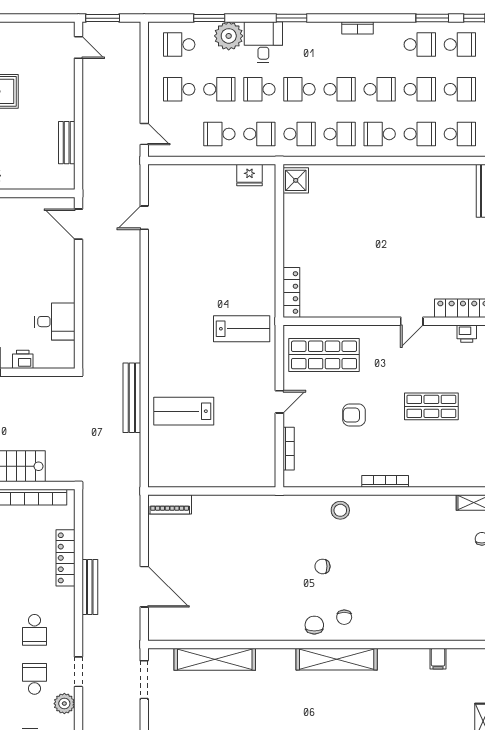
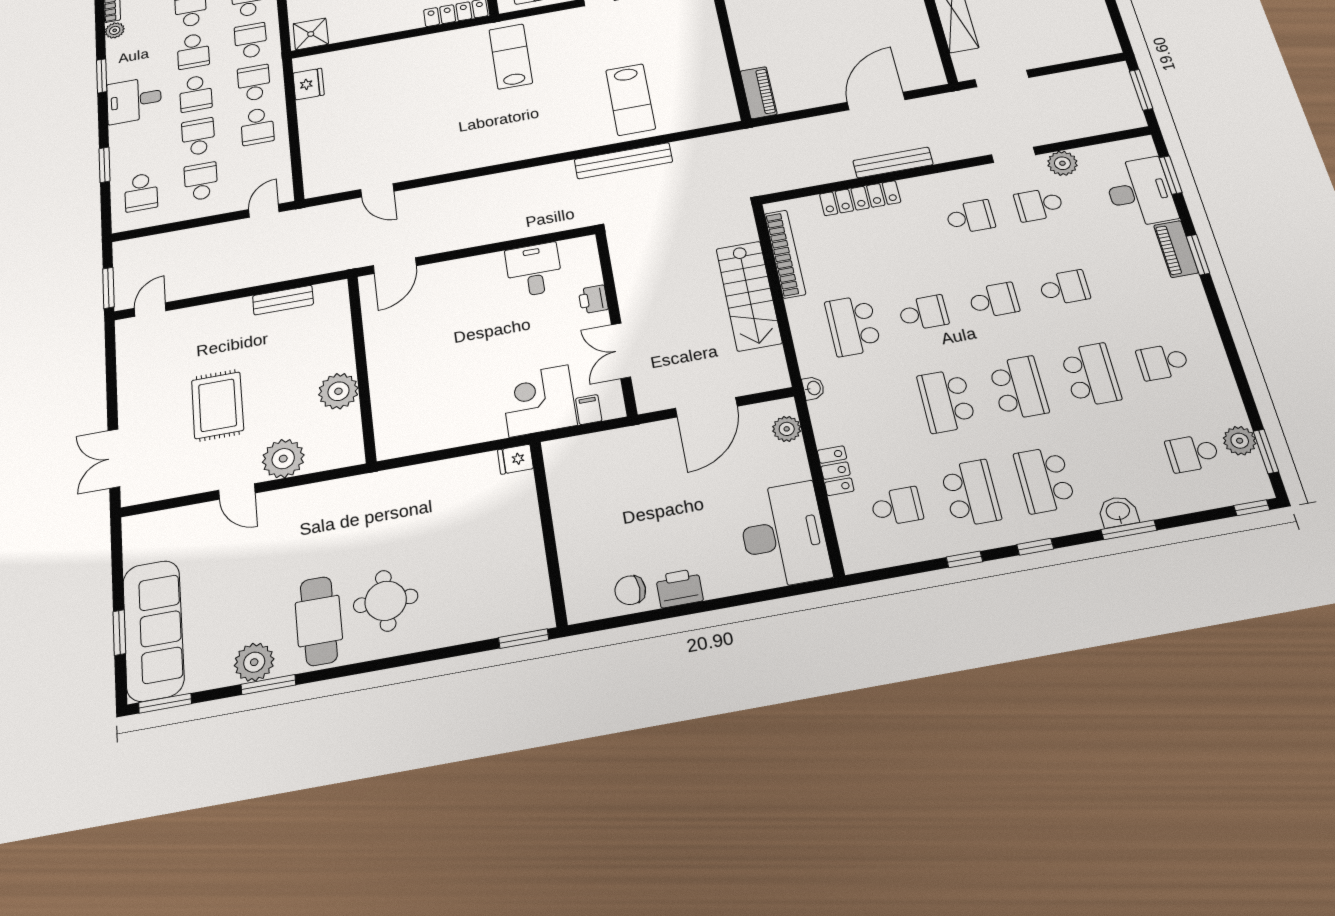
plant: (229, 36) -> (115, 30), moved, width x0.53, depth x0.53
school desk: (179, 89) -> (201, 181), turned 180

